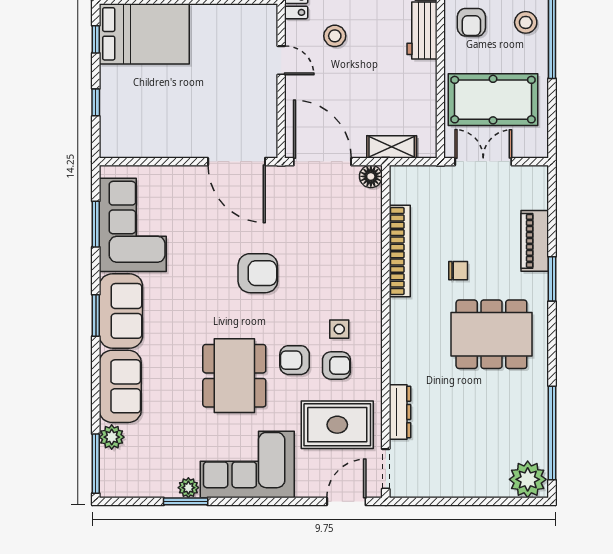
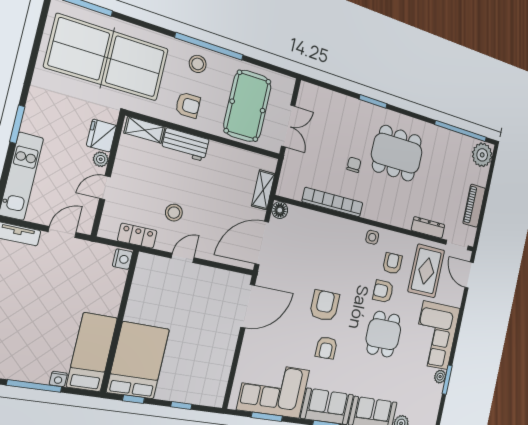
double door: (483, 162) -> (288, 126), swing flipped
piano: (535, 241) -> (474, 206), moved, turned 90
armchair: (201, 290) -> (326, 348), added
side table: (339, 329) -> (372, 237), moved
dining table: (491, 334) -> (397, 153), turned 90
armchair: (295, 360) -> (383, 291), turned 90
dining table: (234, 376) -> (383, 334), width x0.73

